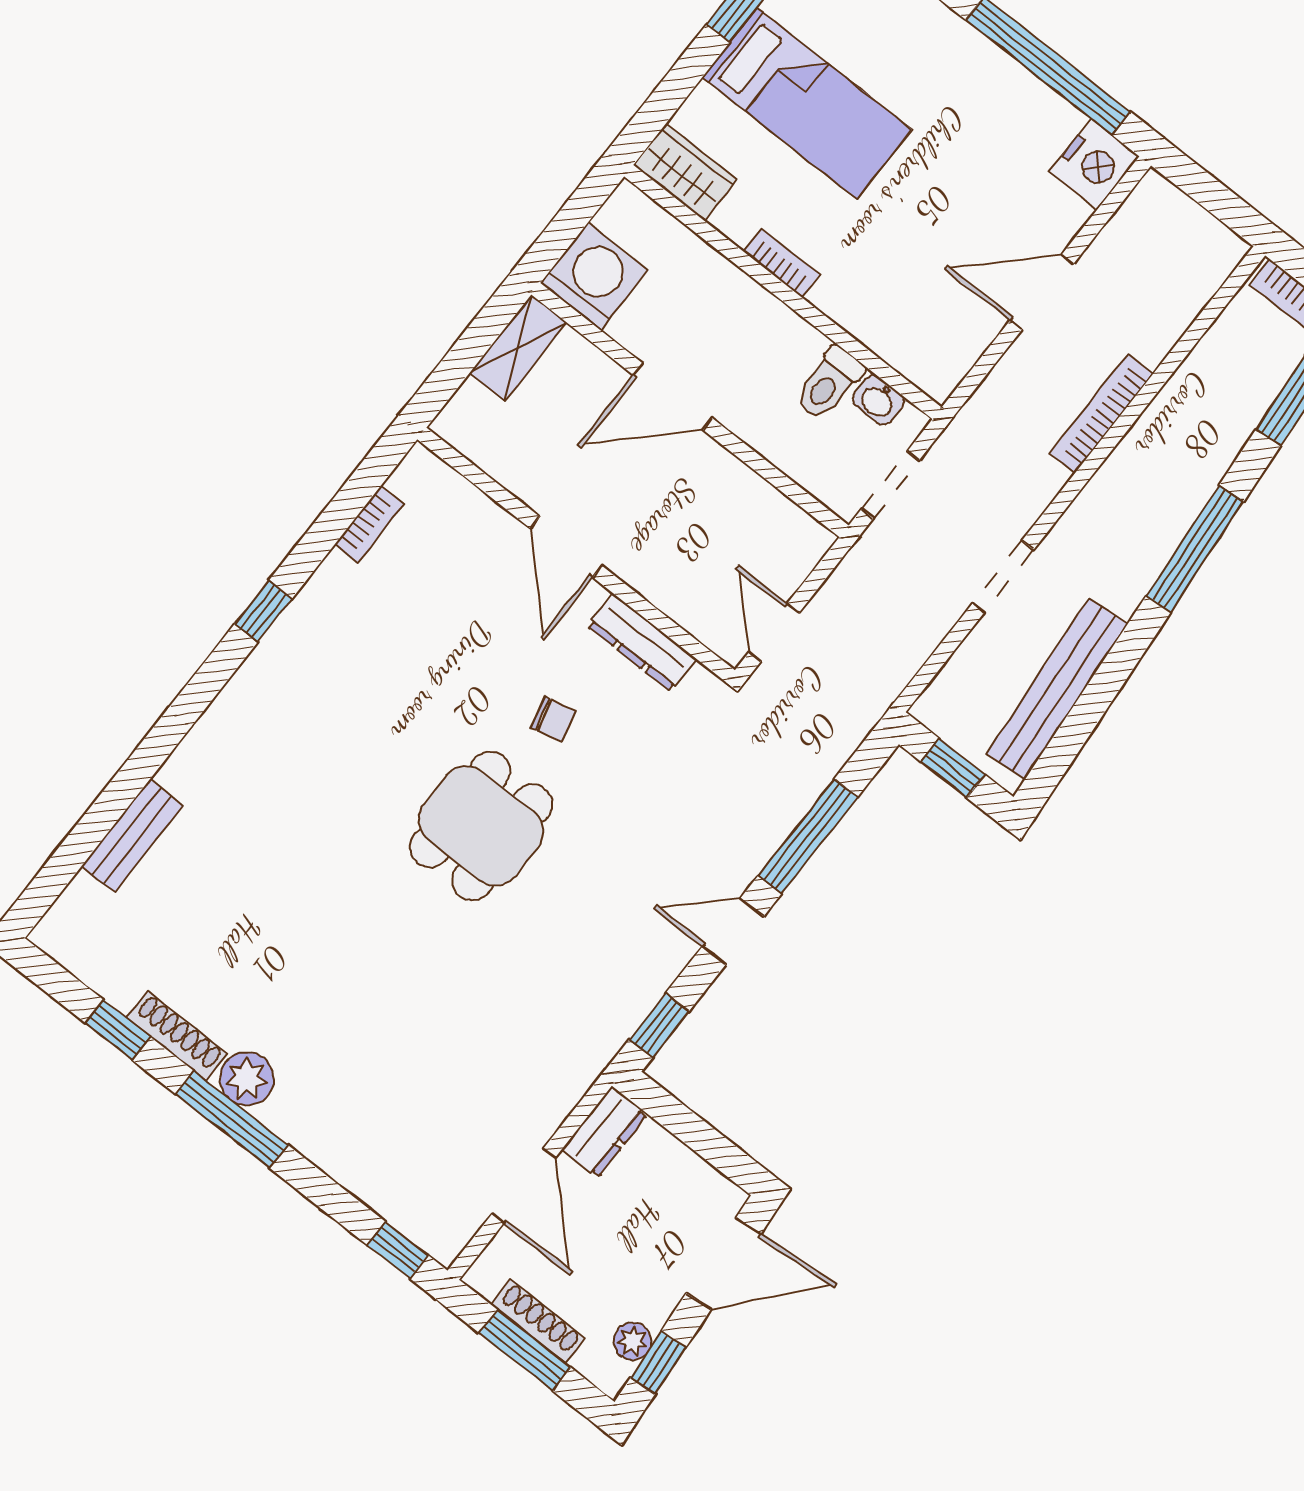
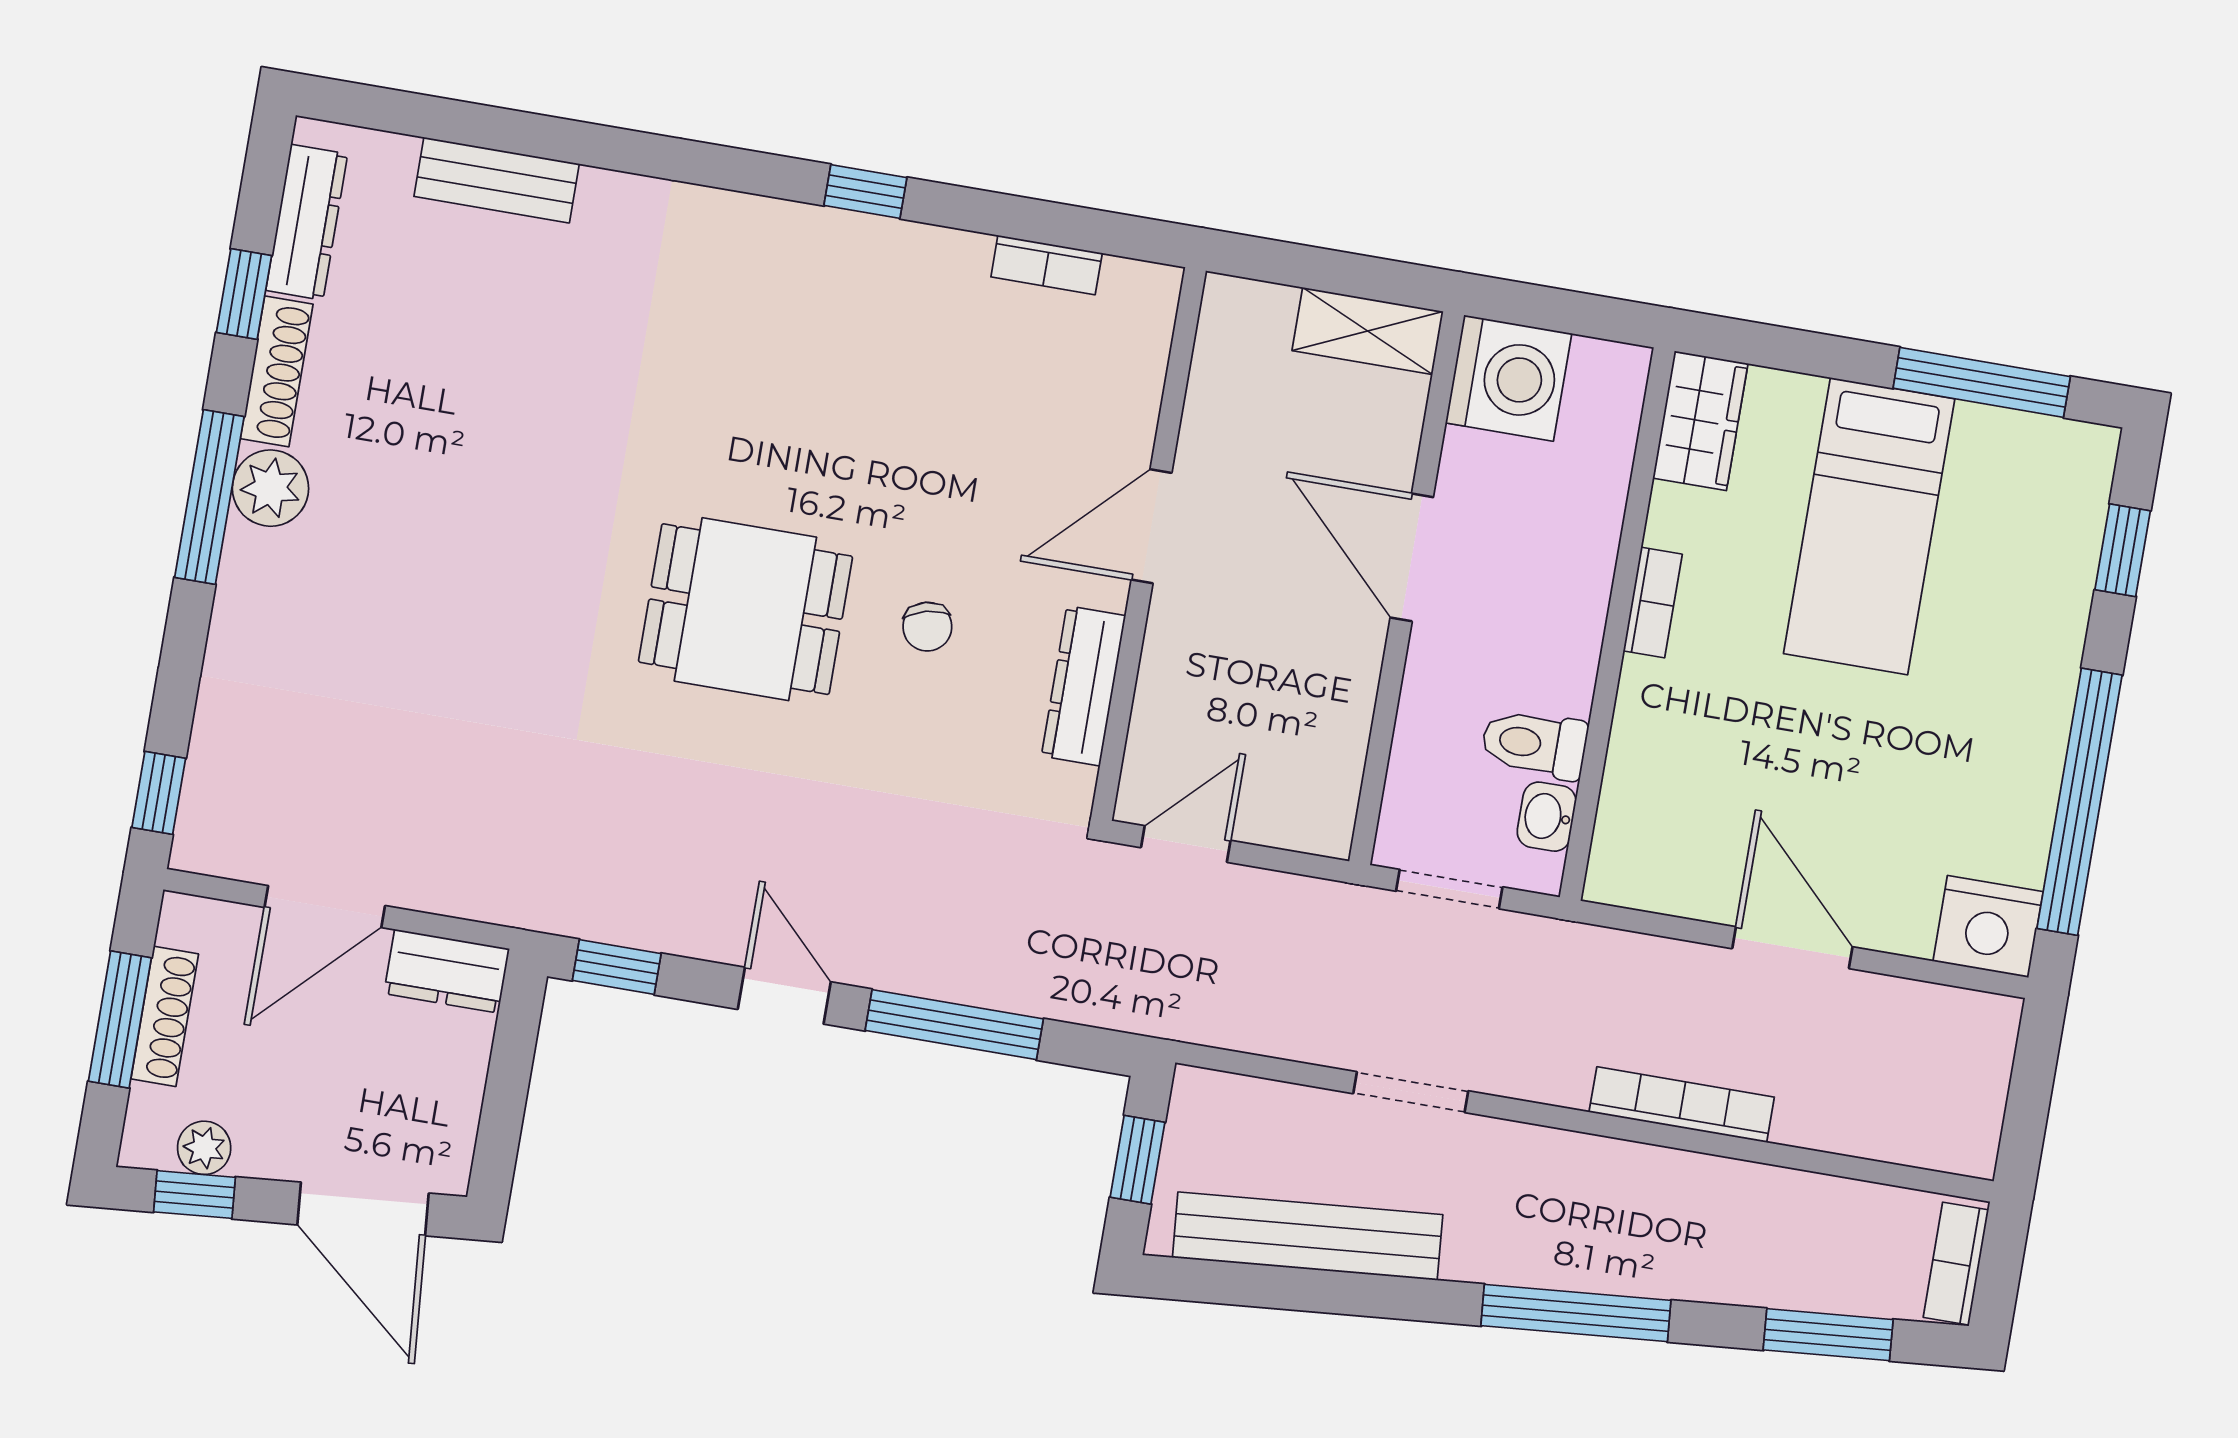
dresser: (95, 967) -> (307, 222), added

